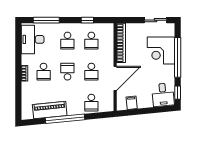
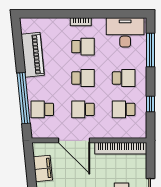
school desk: (67, 41) -> (124, 78), turned 180
school desk: (44, 72) -> (83, 47), turned 180
filing cabinet: (132, 103) -> (43, 168), width x2.00
window: (65, 119) -> (23, 98), moved

